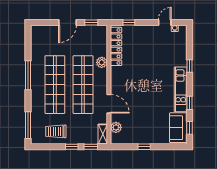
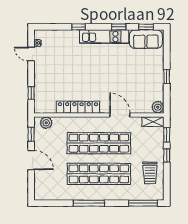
locker: (116, 46) -> (78, 107), moved
plant: (102, 62) -> (46, 123), moved
door: (109, 104) -> (120, 115), hinge flipped
plant: (116, 127) -> (158, 107), moved

